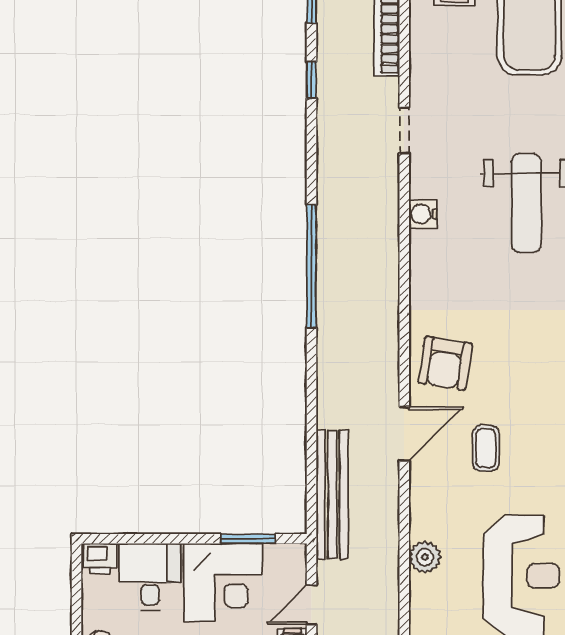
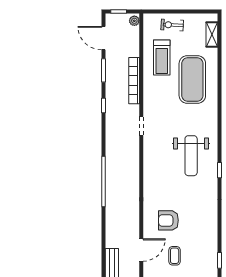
water cooler: (423, 214) -> (149, 160), removed
armchair: (445, 363) -> (168, 220), moved, turned 81

